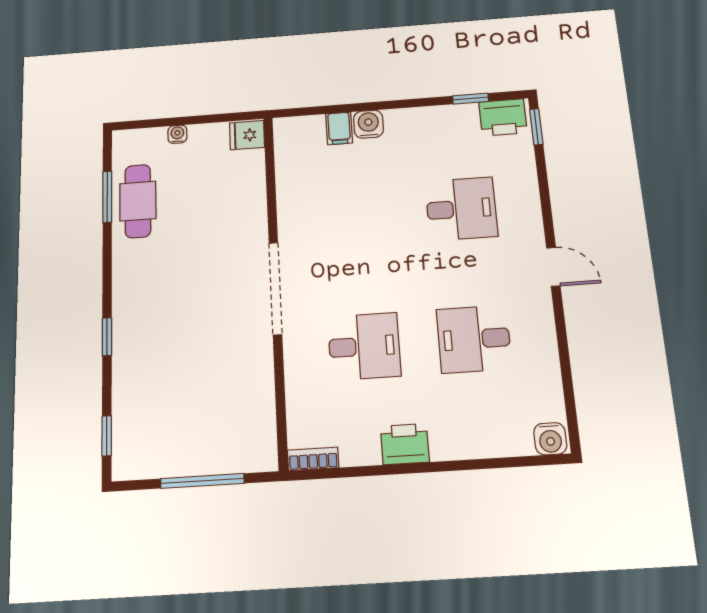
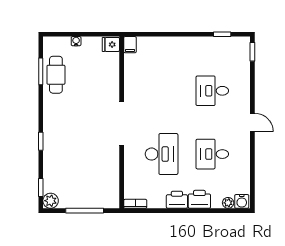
printer: (503, 117) -> (199, 199), moved, turned 180
water cooler: (368, 124) -> (171, 44), removed
filing cabinet: (339, 128) -> (130, 45), moved
desk: (461, 209) -> (212, 91), turned 180
desk: (364, 346) -> (162, 154), width x1.37
plant: (520, 444) -> (228, 203), added
plant: (128, 463) -> (51, 201), added

